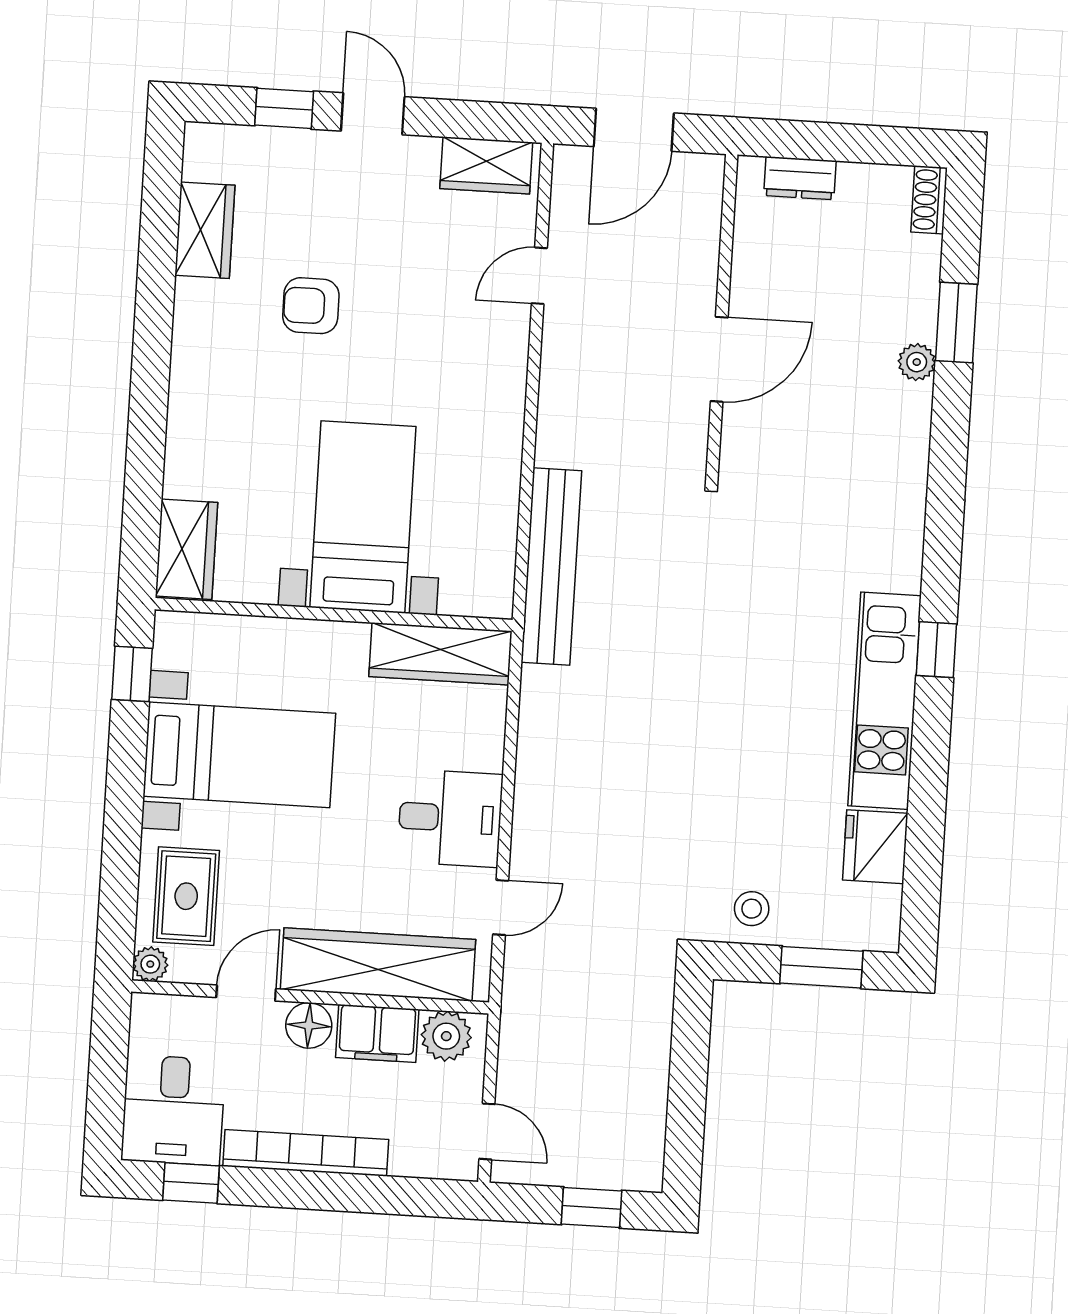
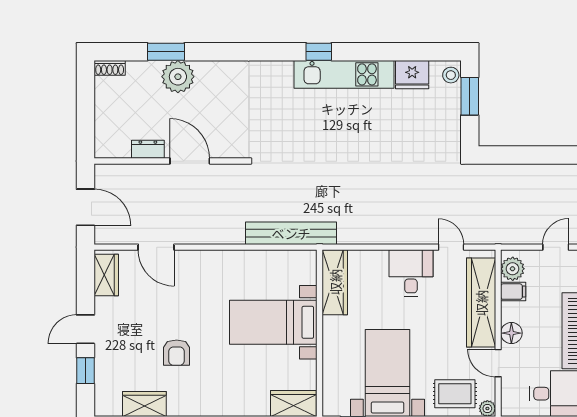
dresser: (800, 178) -> (148, 149), moved, turned -90
door: (539, 276) -> (156, 247), width x1.38
plant: (917, 362) -> (178, 77), width x1.88, depth x1.88
stool: (752, 909) -> (451, 75), moved
filing cabinet: (377, 1033) -> (513, 292), width x0.50

